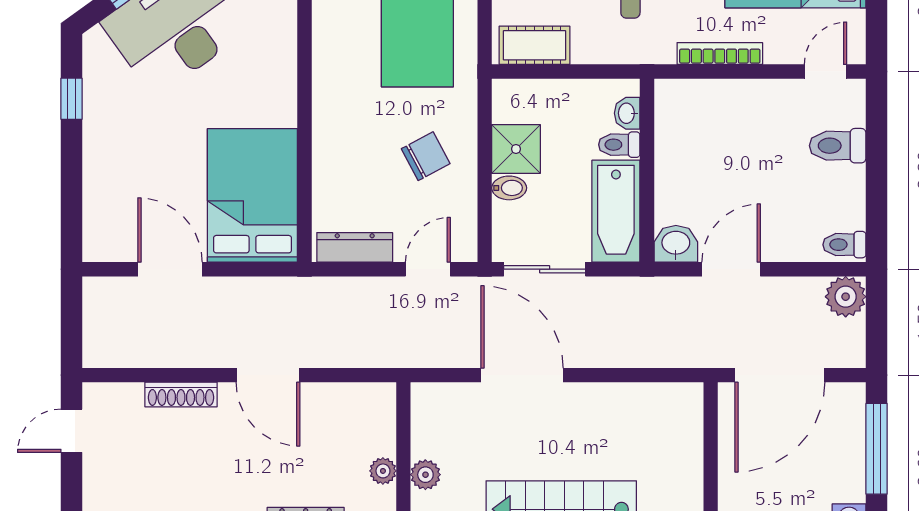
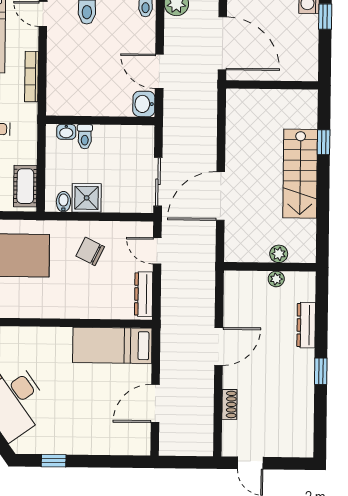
chair: (426, 156) -> (90, 251), turned -36
bidet: (509, 188) -> (63, 202), moved
bed: (252, 195) -> (112, 345), width x0.67
bathtub: (616, 211) -> (124, 139), removed
shoe rack: (181, 395) -> (229, 404), width x0.70

